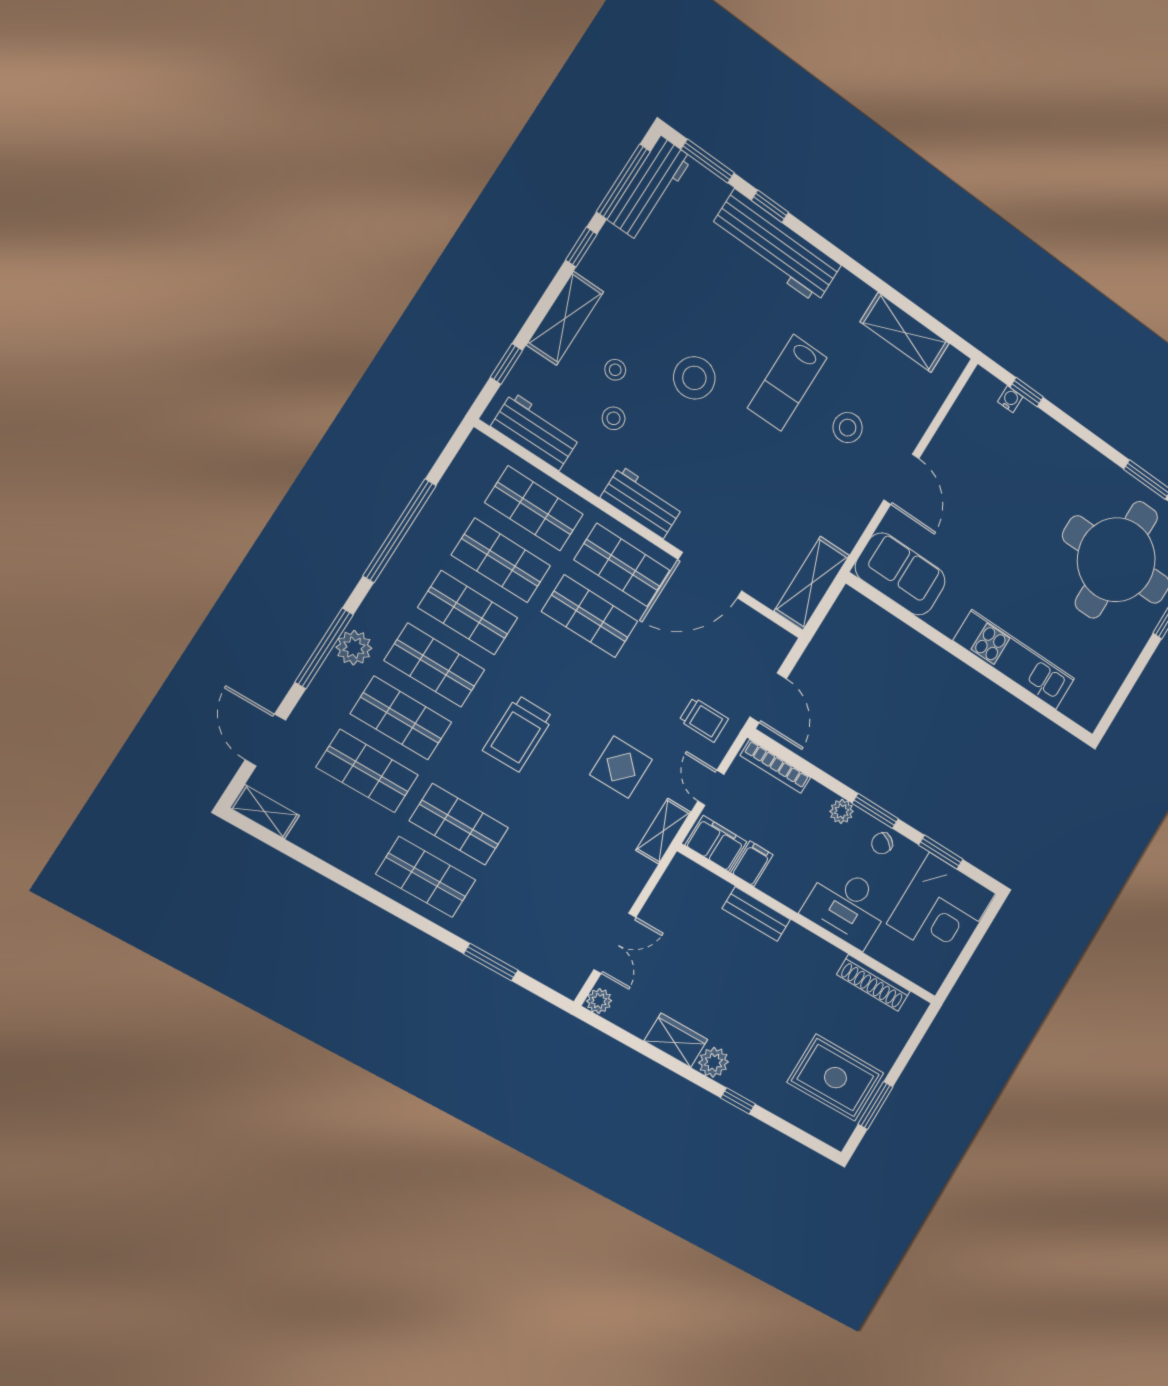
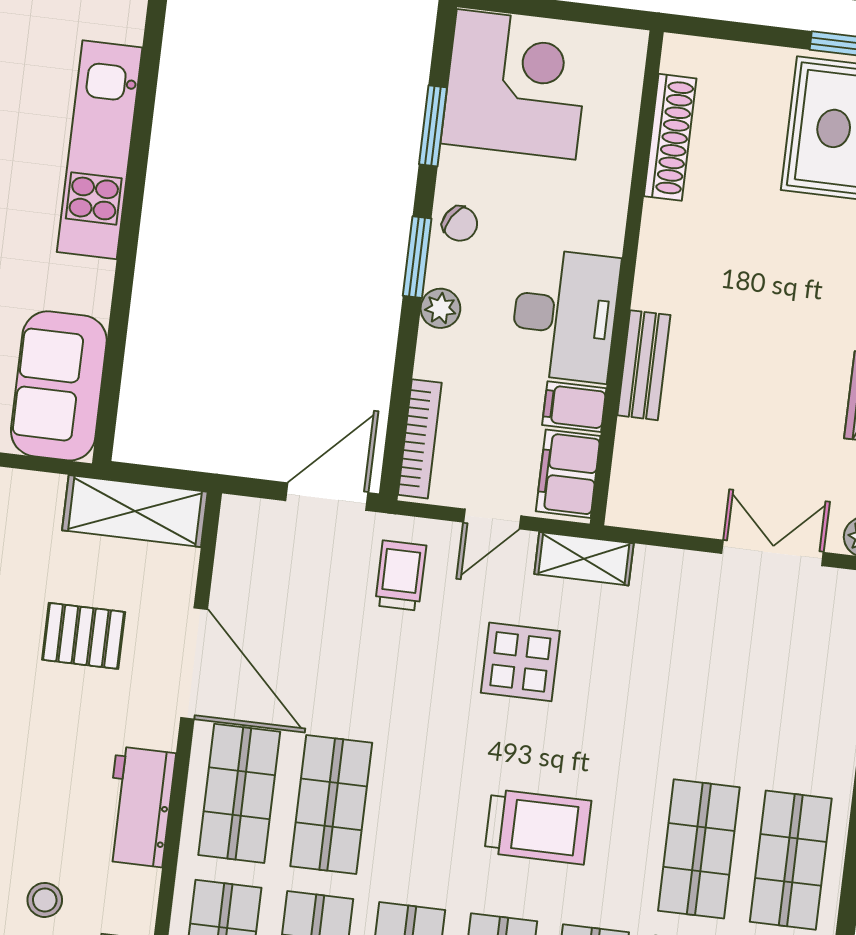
pallet: (756, 519) -> (84, 636), added
desk: (847, 906) -> (565, 315), moved

